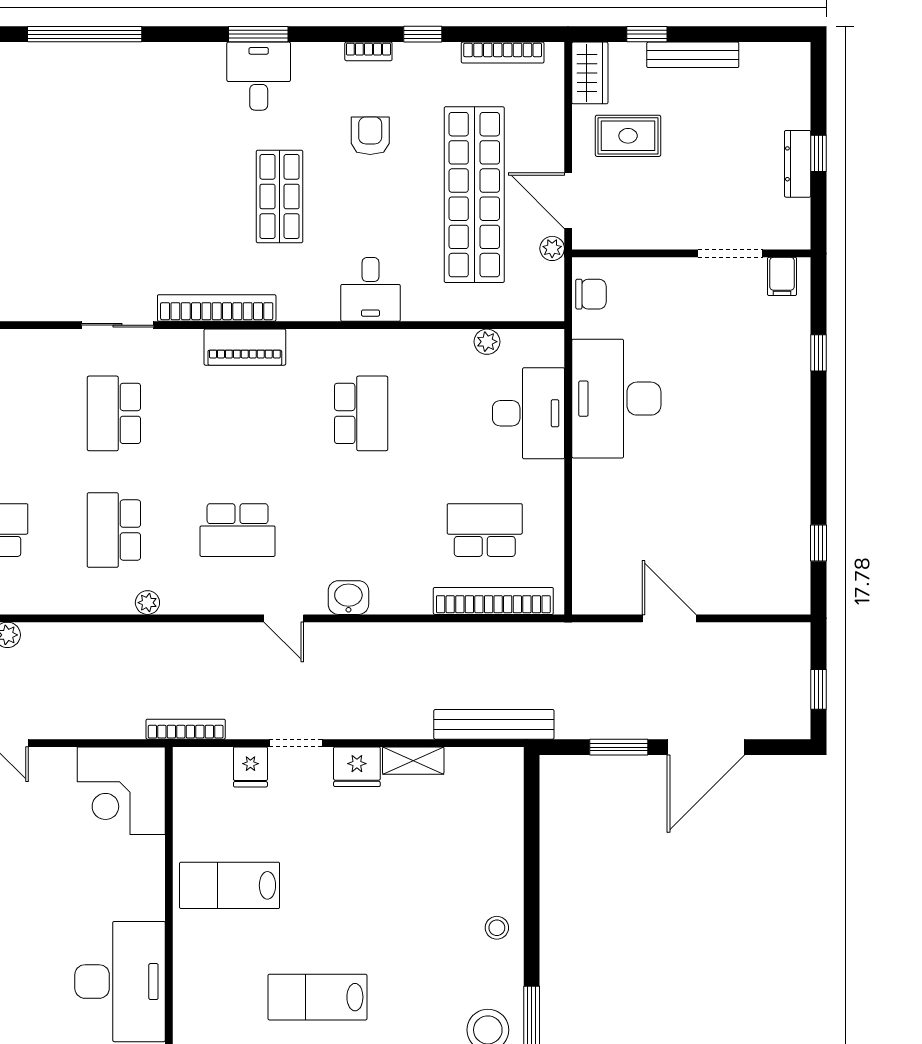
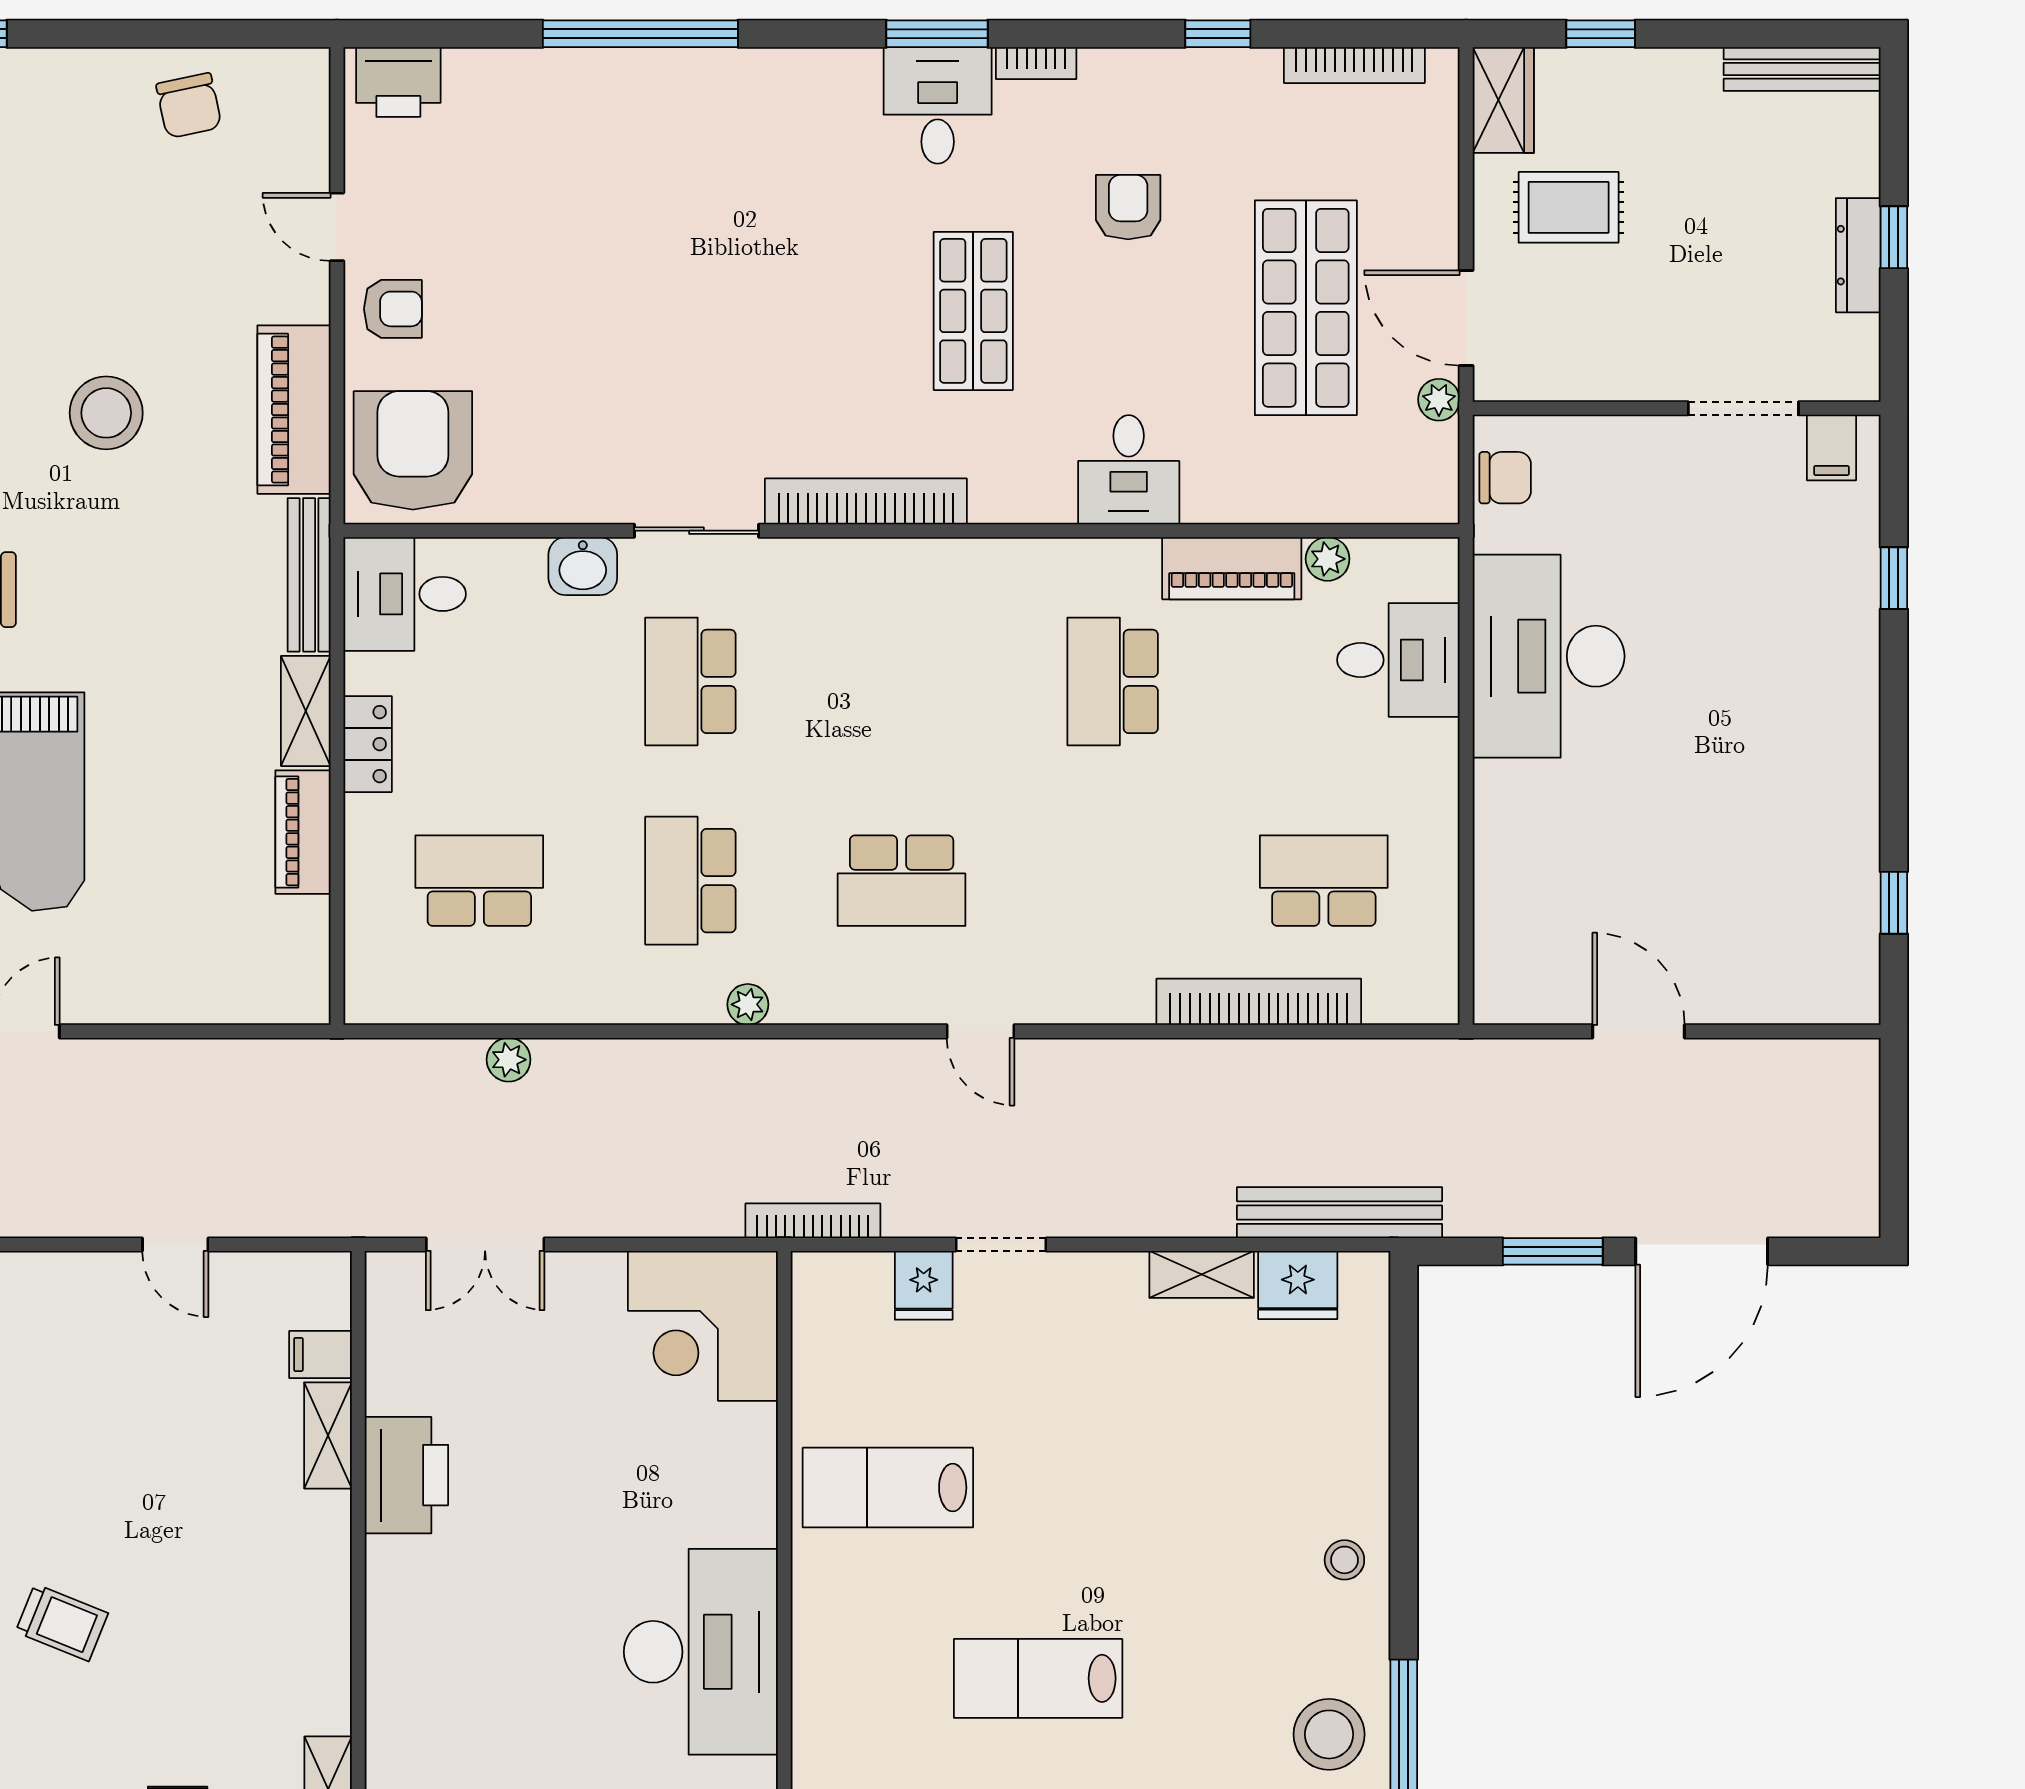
bookcase: (368, 51) -> (1036, 63), moved
bench: (693, 55) -> (1802, 69), moved
shop shelf: (474, 195) -> (1306, 308), width x0.71
piano: (245, 347) -> (1232, 568), moved
school desk: (361, 413) -> (1113, 681), turned 180
desk: (528, 413) -> (1398, 660), width x0.73
washbasin: (348, 598) -> (583, 566), moved, turned 180
bookcase: (493, 601) -> (1259, 1002), moved
window: (819, 689) -> (1894, 1153), removed
fridge: (357, 767) -> (1298, 1285), moved

